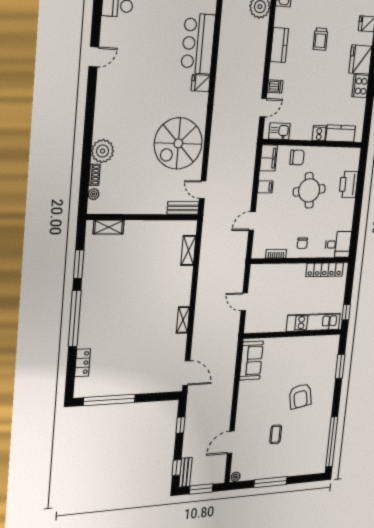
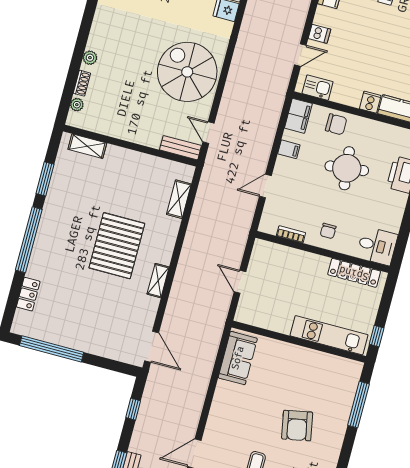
spiral stairs: (178, 143) -> (187, 72), turned 90
plant: (103, 151) -> (90, 58), width x0.53, depth x0.53
pallet: (146, 302) -> (117, 246), added
window: (340, 366) -> (358, 405), width x1.44

